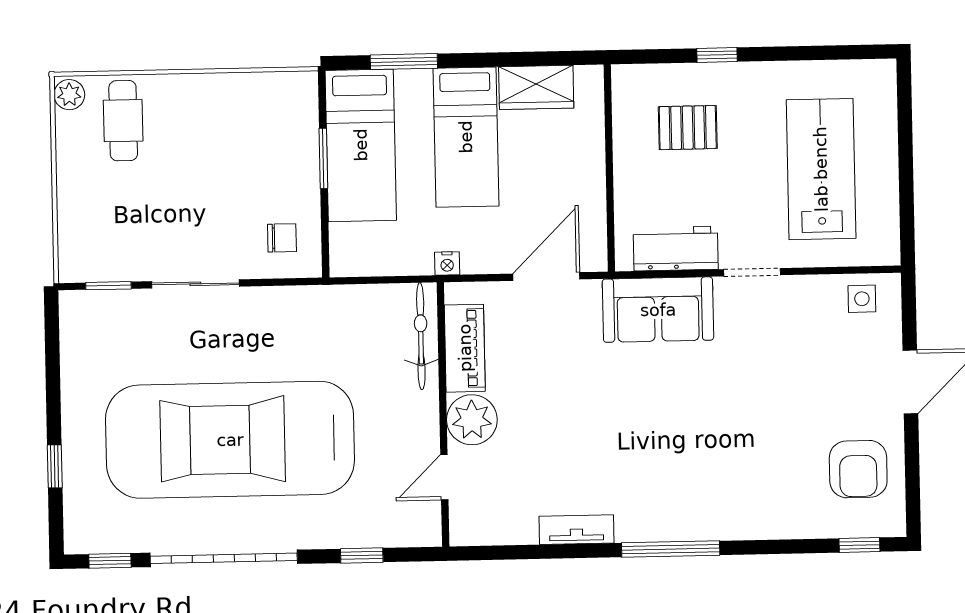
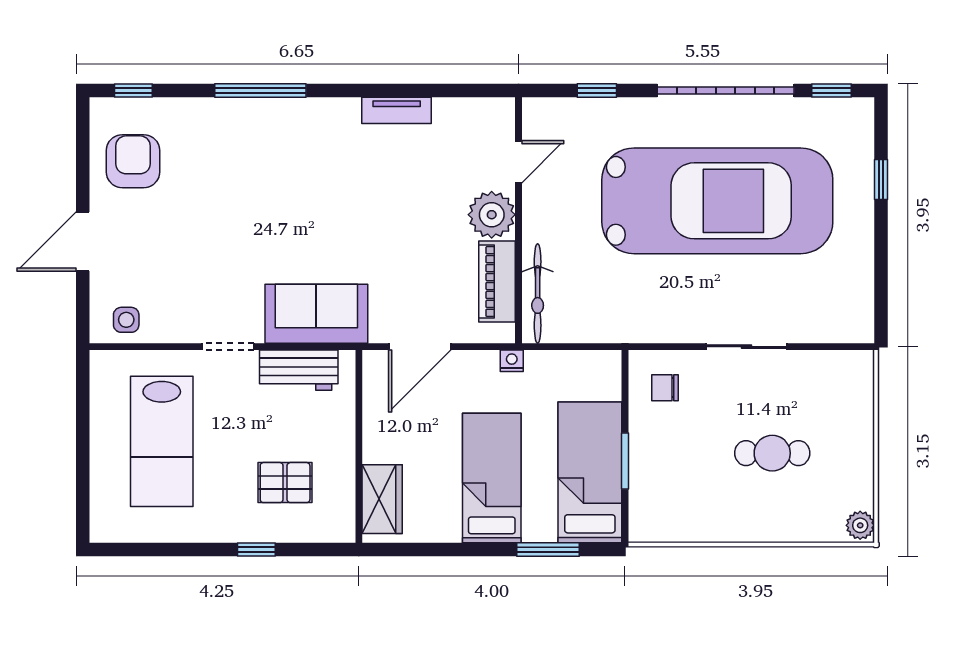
wardrobe: (536, 87) -> (382, 499), moved, turned 90
cafe table: (123, 121) -> (772, 453), moved, turned 90
window: (108, 286) -> (827, 347), removed
window: (671, 549) -> (260, 91), moved

